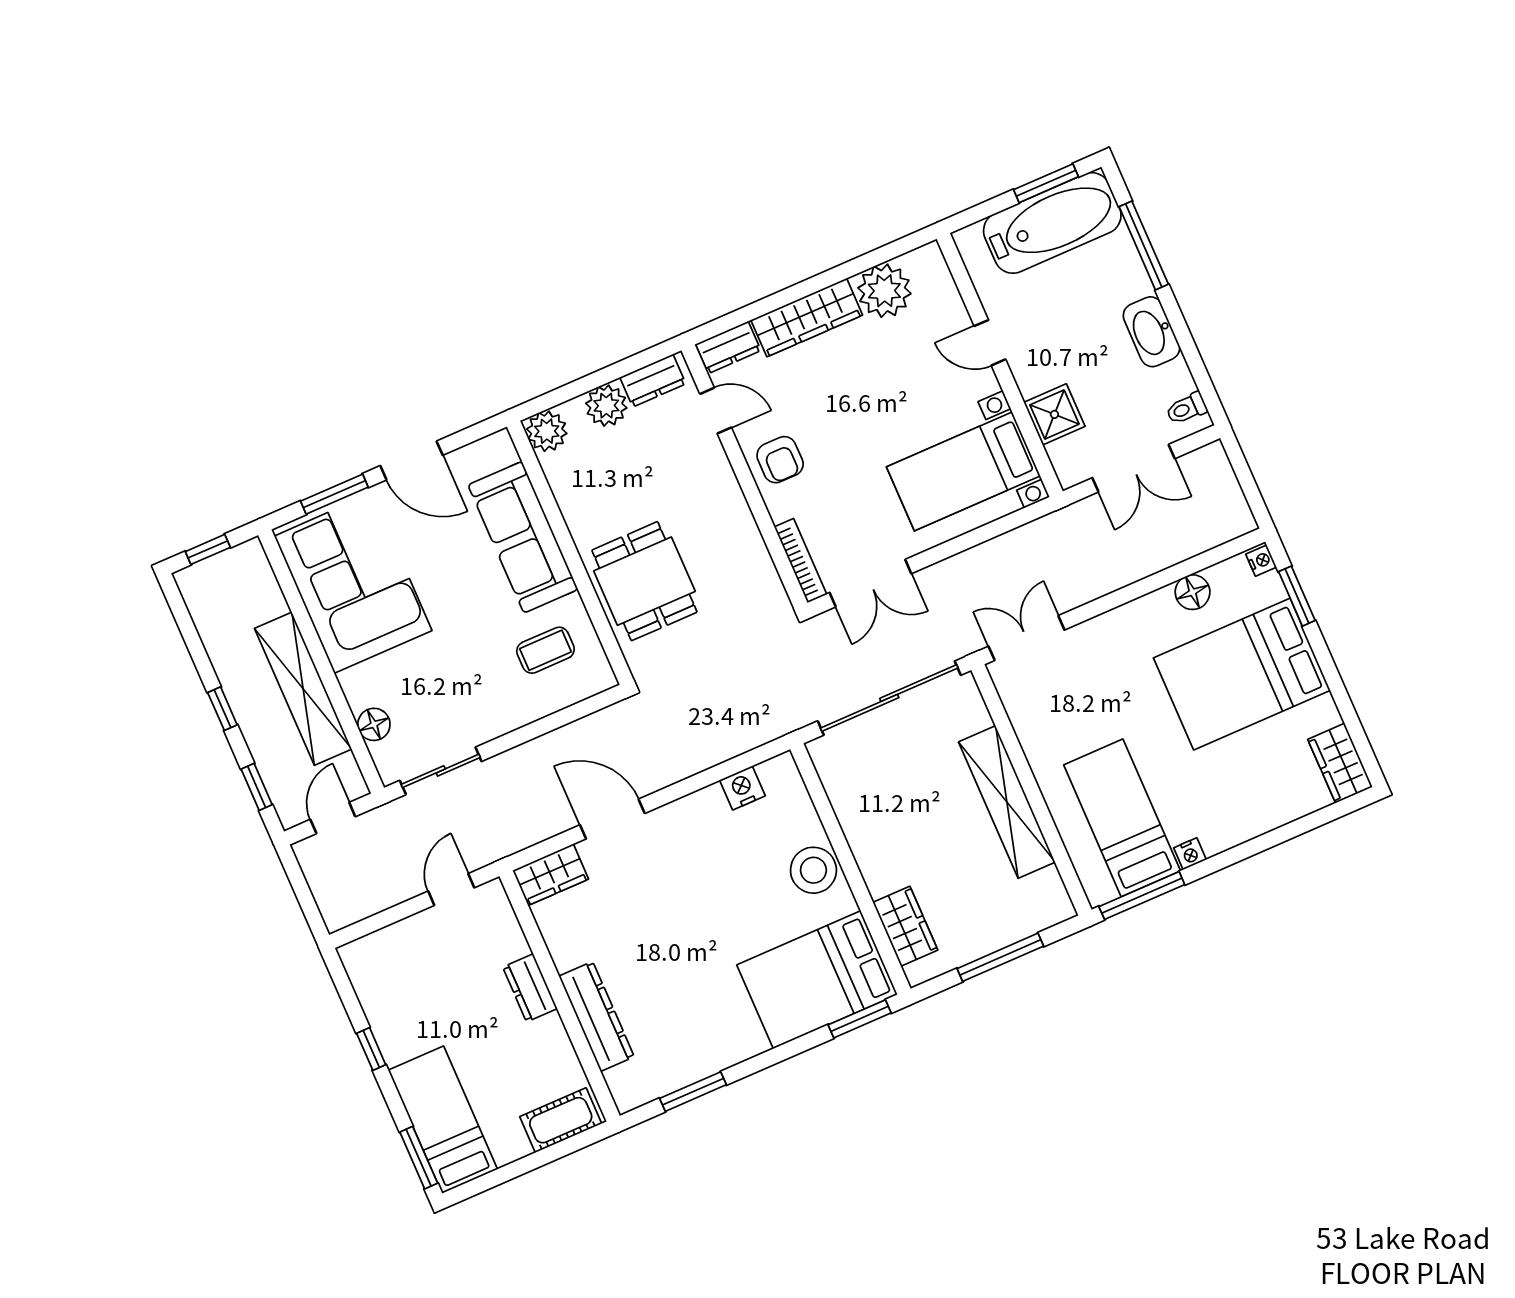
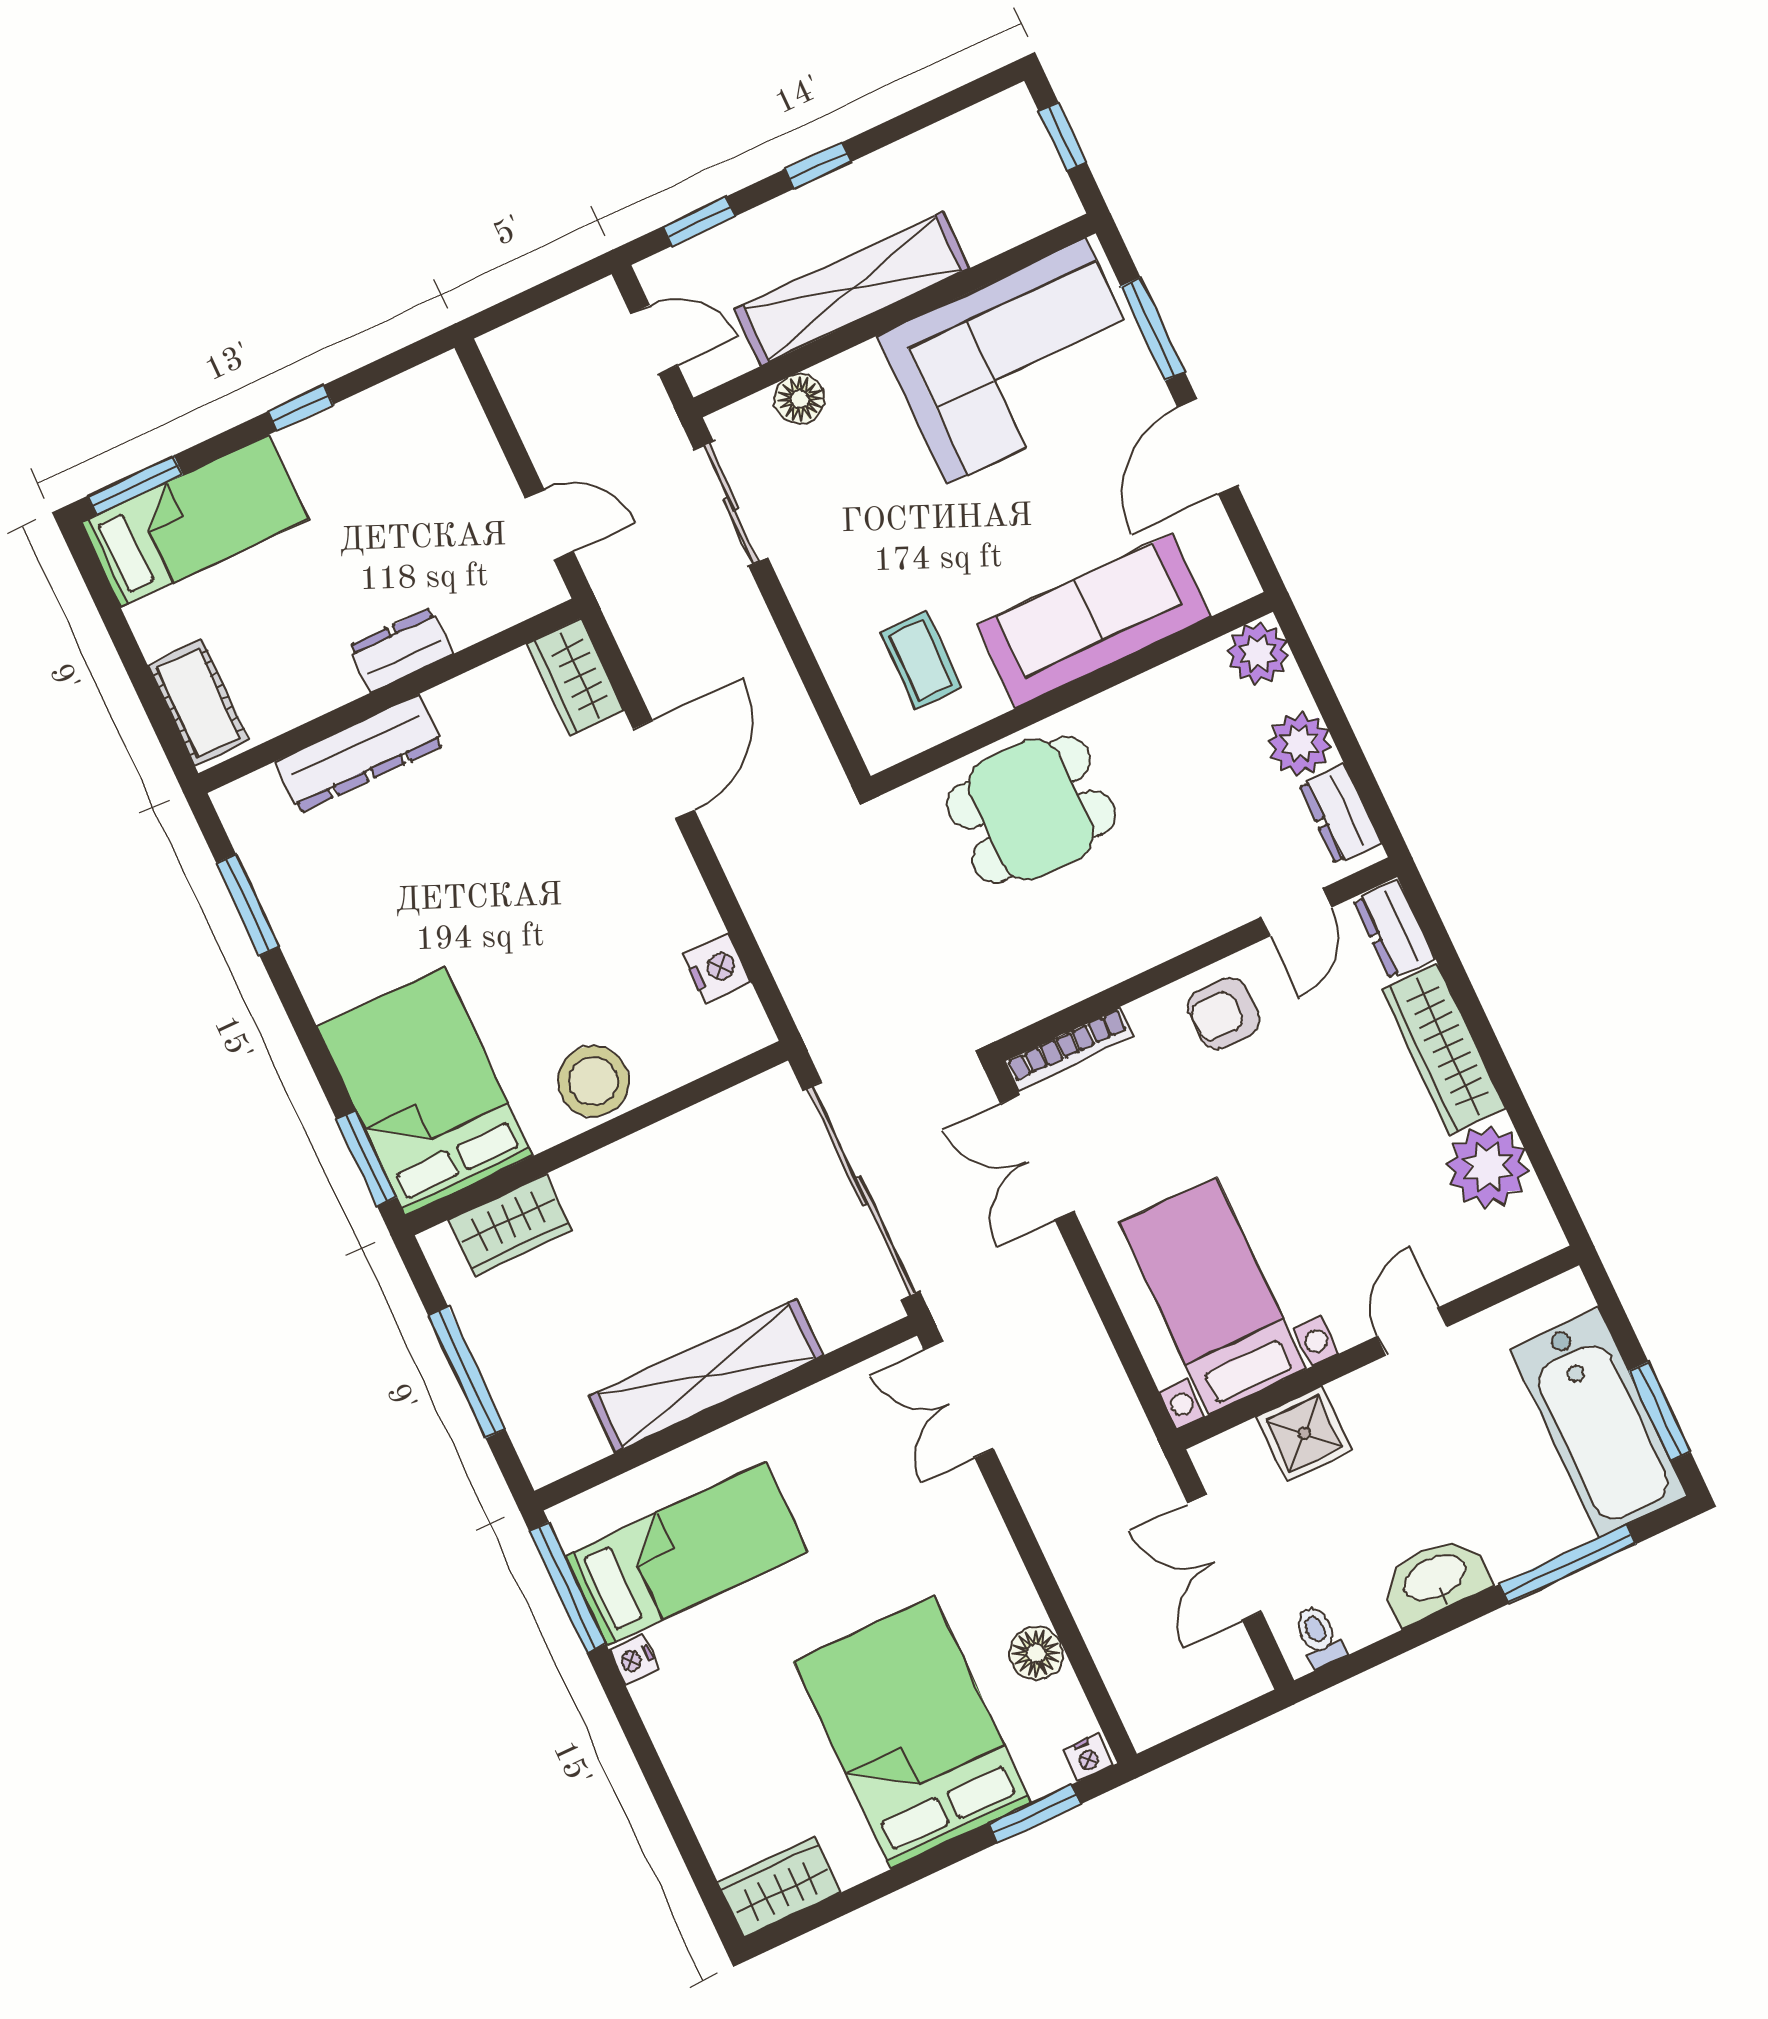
double door: (1027, 638) -> (959, 1400), swing flipped

